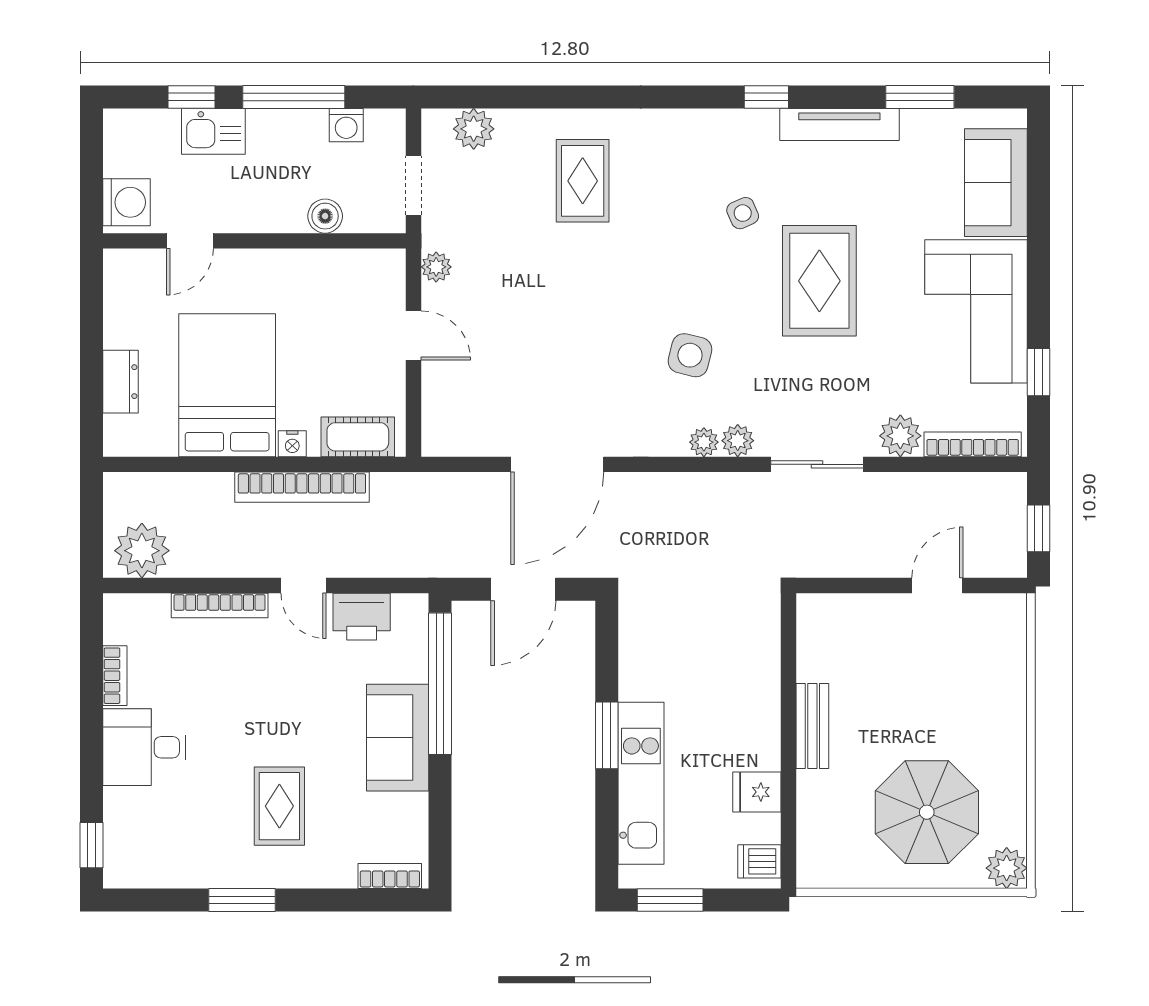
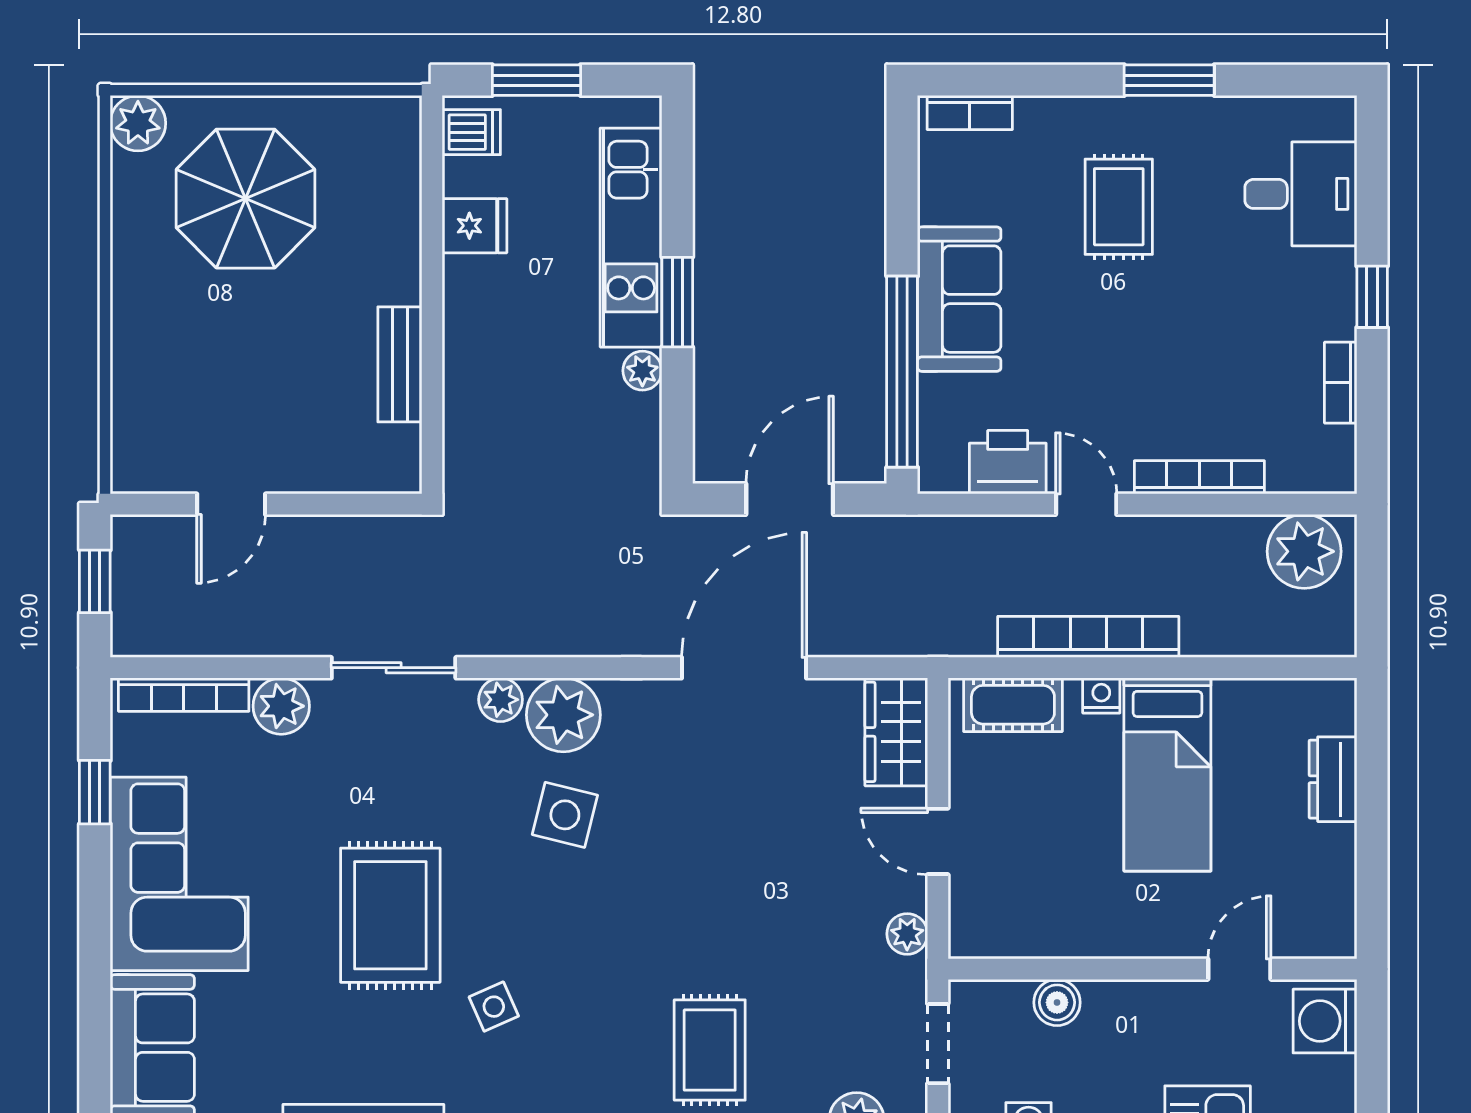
bed: (227, 385) -> (1167, 774), width x0.67
wardrobe: (444, 417) -> (896, 732), added
plant: (704, 442) -> (563, 715), width x1.88, depth x1.88
plant: (633, 685) -> (642, 371), added
bench: (812, 726) -> (400, 364), moved
desk: (144, 747) -> (1301, 194), moved
window: (91, 845) -> (1372, 297), moved
window: (670, 900) -> (536, 80), moved

